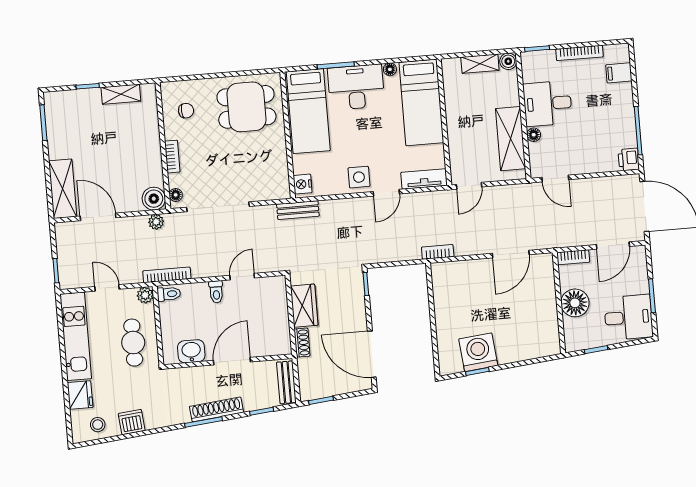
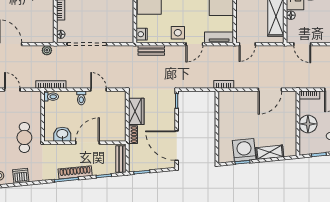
boiler: (154, 199) -> (47, 35), removed
bench: (298, 210) -> (151, 50), moved
door: (242, 277) -> (98, 90), hinge flipped
plant: (145, 295) -> (36, 96), removed
cafe table: (133, 343) -> (24, 137), moved
shelving: (518, 352) -> (270, 152), added

